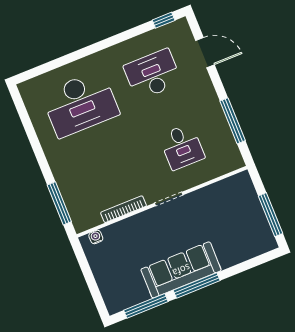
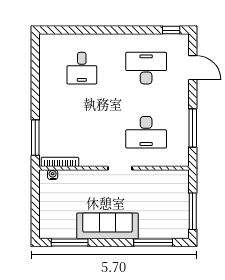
desk: (80, 104) -> (82, 68), width x0.53, depth x0.77
desk: (182, 147) -> (146, 132), width x1.37
bookcase: (124, 209) -> (60, 162), moved
window: (197, 285) -> (153, 243), moved

